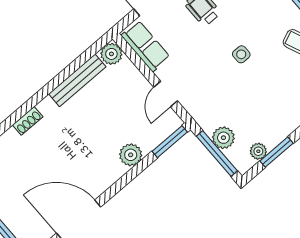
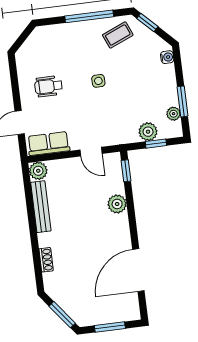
window: (170, 142) -> (126, 171), width x0.67
window: (217, 153) -> (156, 144), width x0.46

